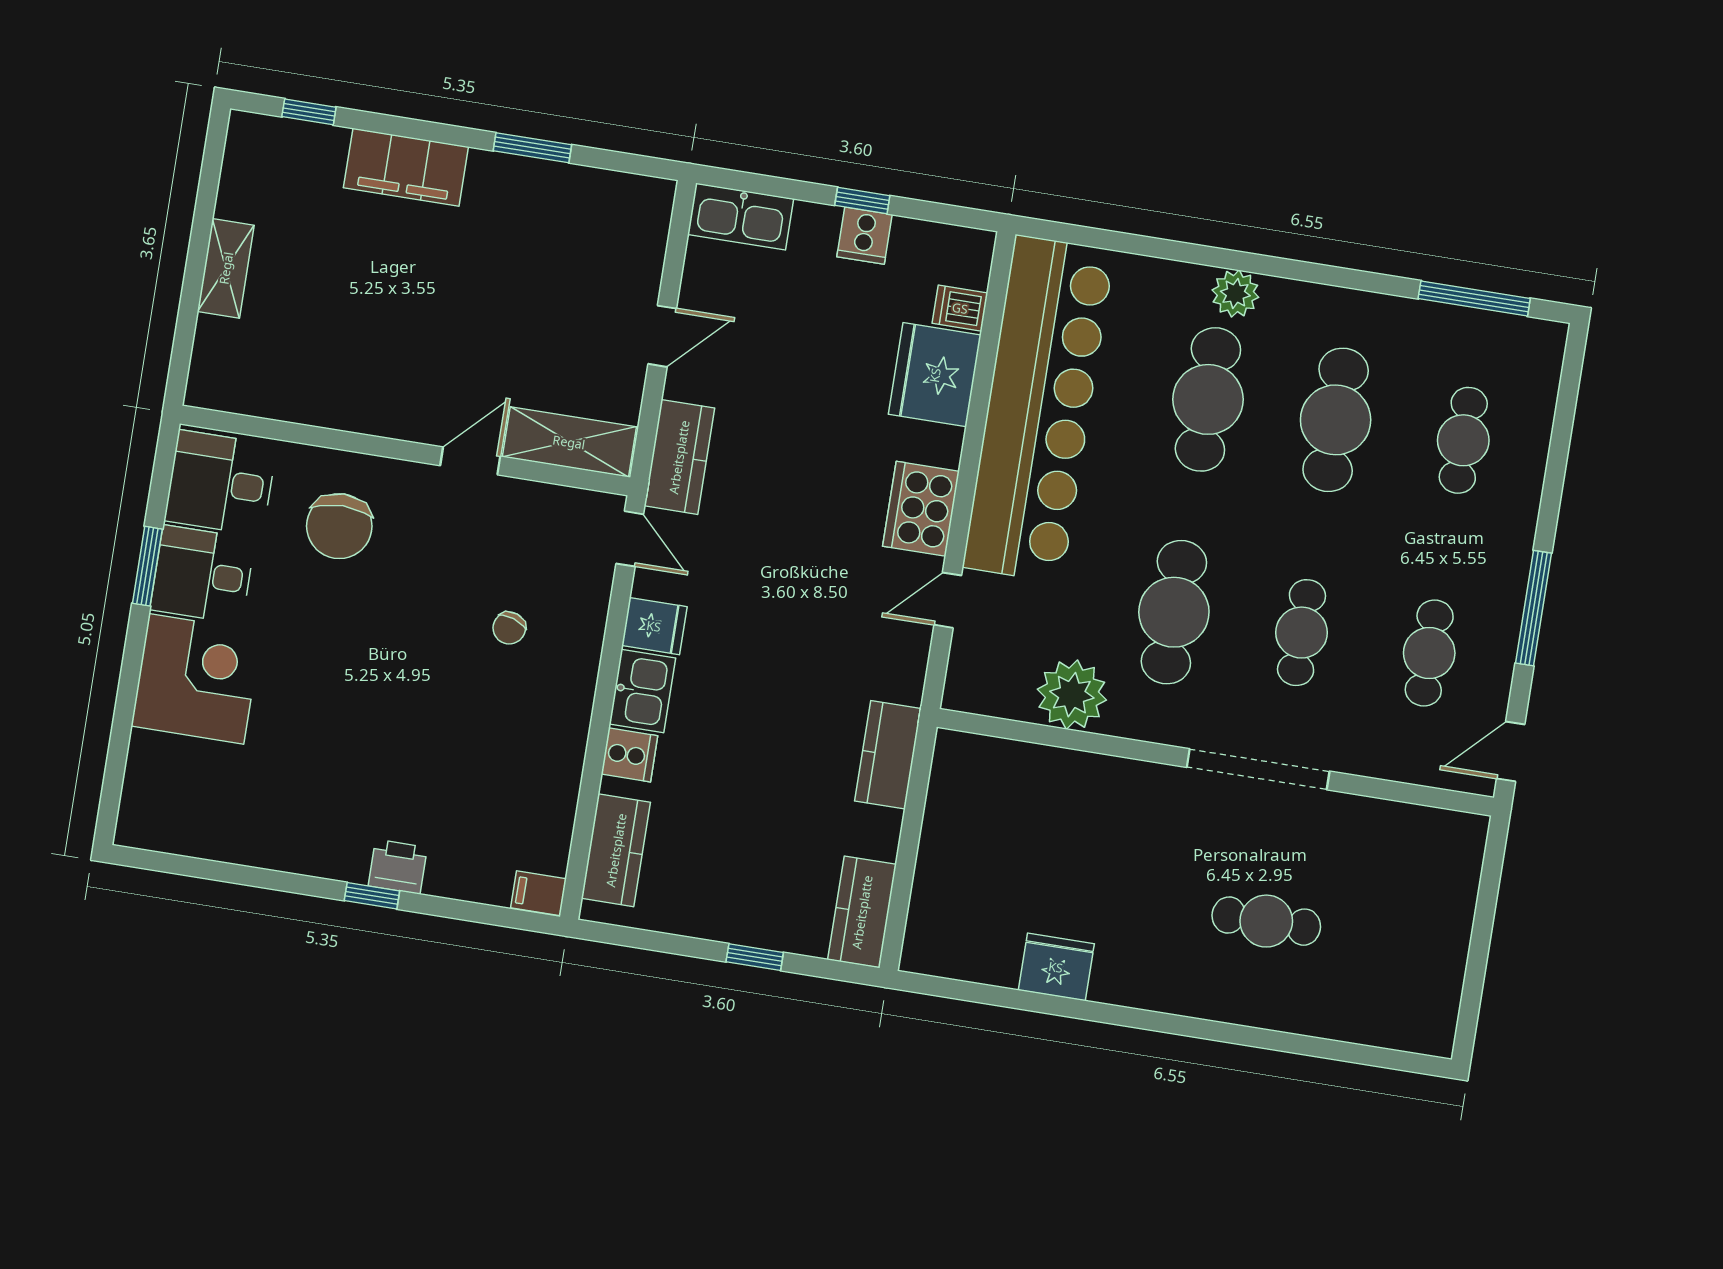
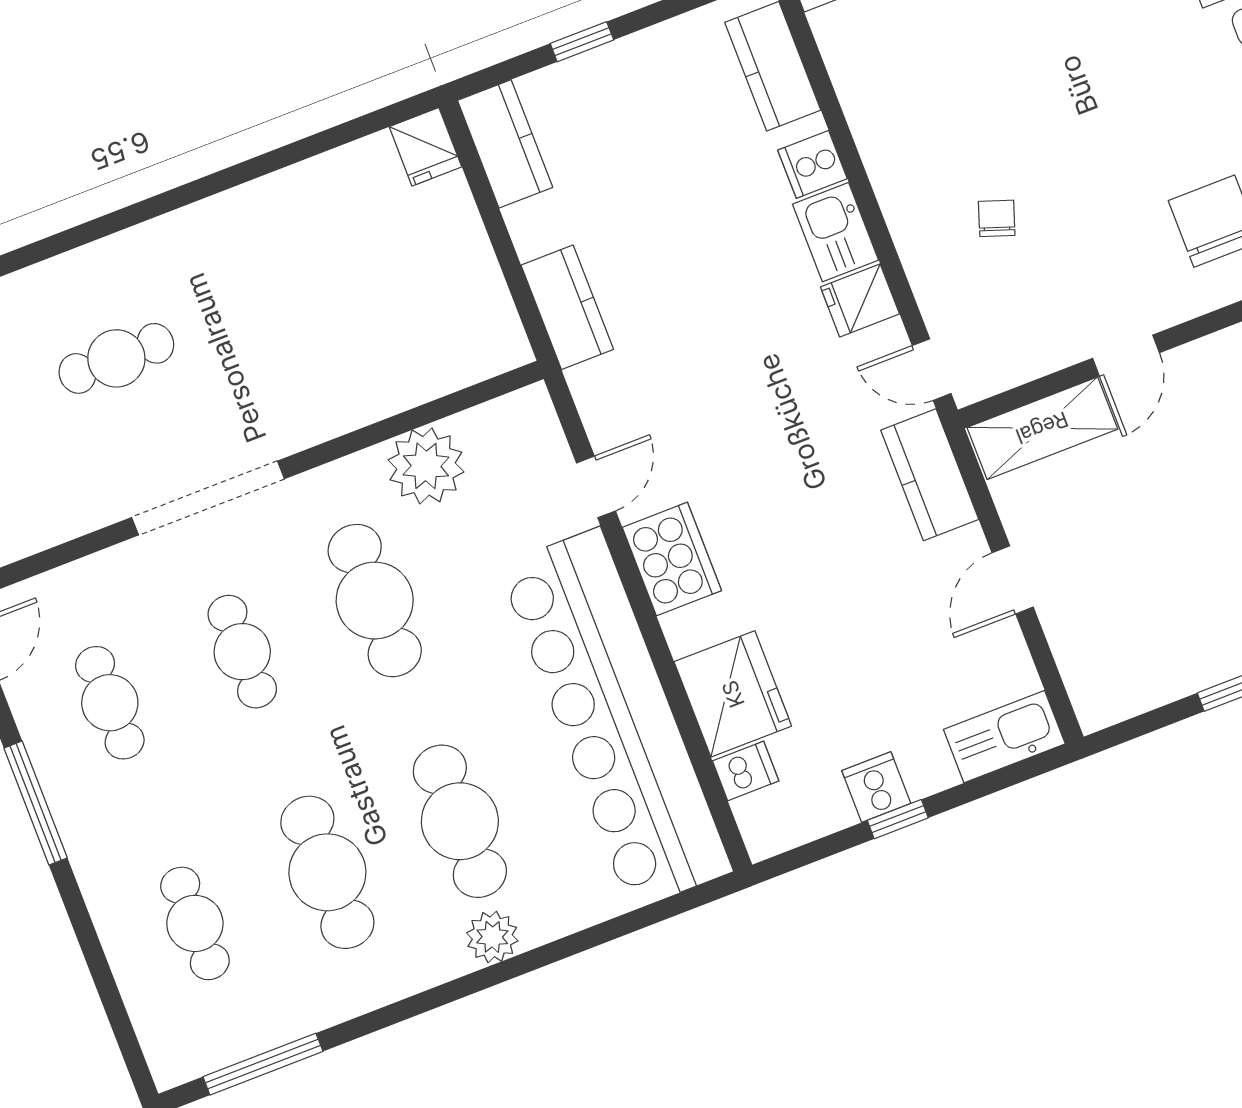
fridge: (1056, 967) -> (425, 147), moved, width x0.72

